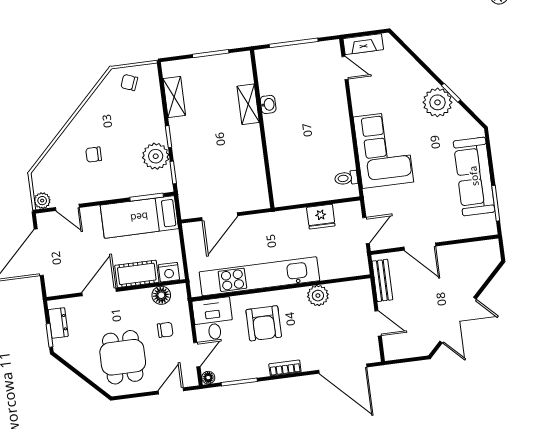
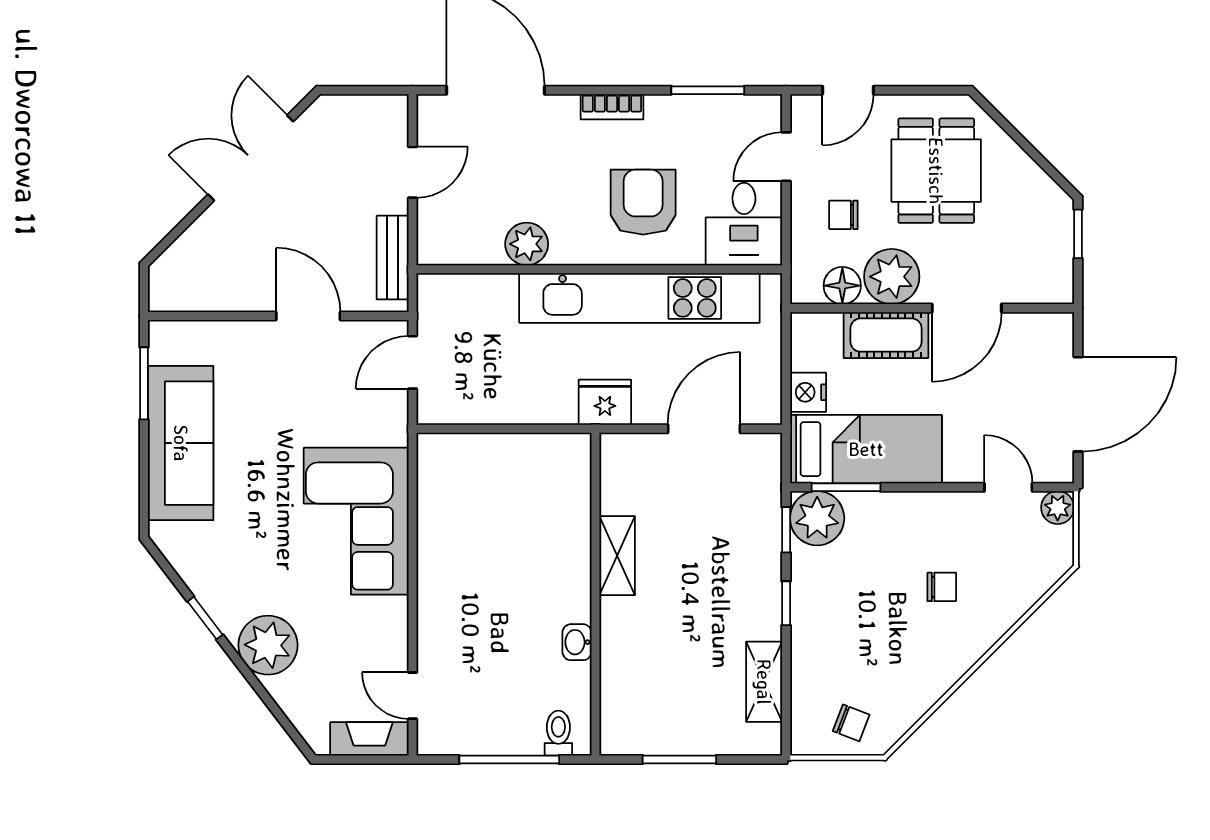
plant: (437, 102) -> (268, 645), moved
shelving: (248, 104) -> (617, 556), moved
plant: (156, 156) -> (817, 518), moved
toilet: (346, 178) -> (558, 733), moved, turned -90
fridge: (321, 217) -> (605, 402), moved
nightstand: (169, 272) -> (808, 392), moved, turned -90
plant: (138, 303) -> (892, 277), added
dresser: (58, 323) -> (1057, 257), removed
door: (378, 323) -> (413, 172), swing flipped
floor lamp: (208, 378) -> (769, 107), removed

